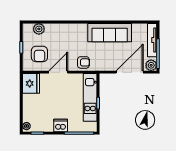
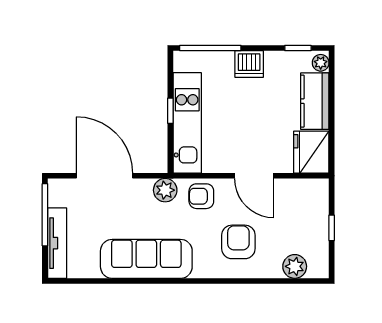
armchair: (39, 54) -> (238, 242), moved
plant: (151, 65) -> (165, 190), moved
door: (58, 72) -> (254, 176), hinge flipped
door: (130, 72) -> (104, 176), swing flipped
kitchen counter: (29, 108) -> (315, 101), added

